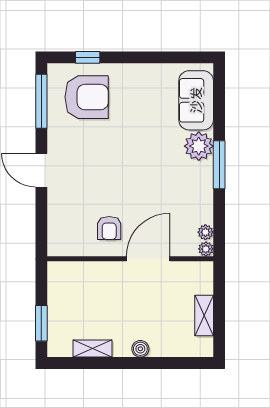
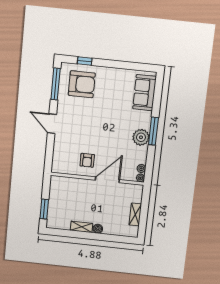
plant: (199, 146) -> (141, 137), moved
shelving: (93, 349) -> (82, 227), moved

